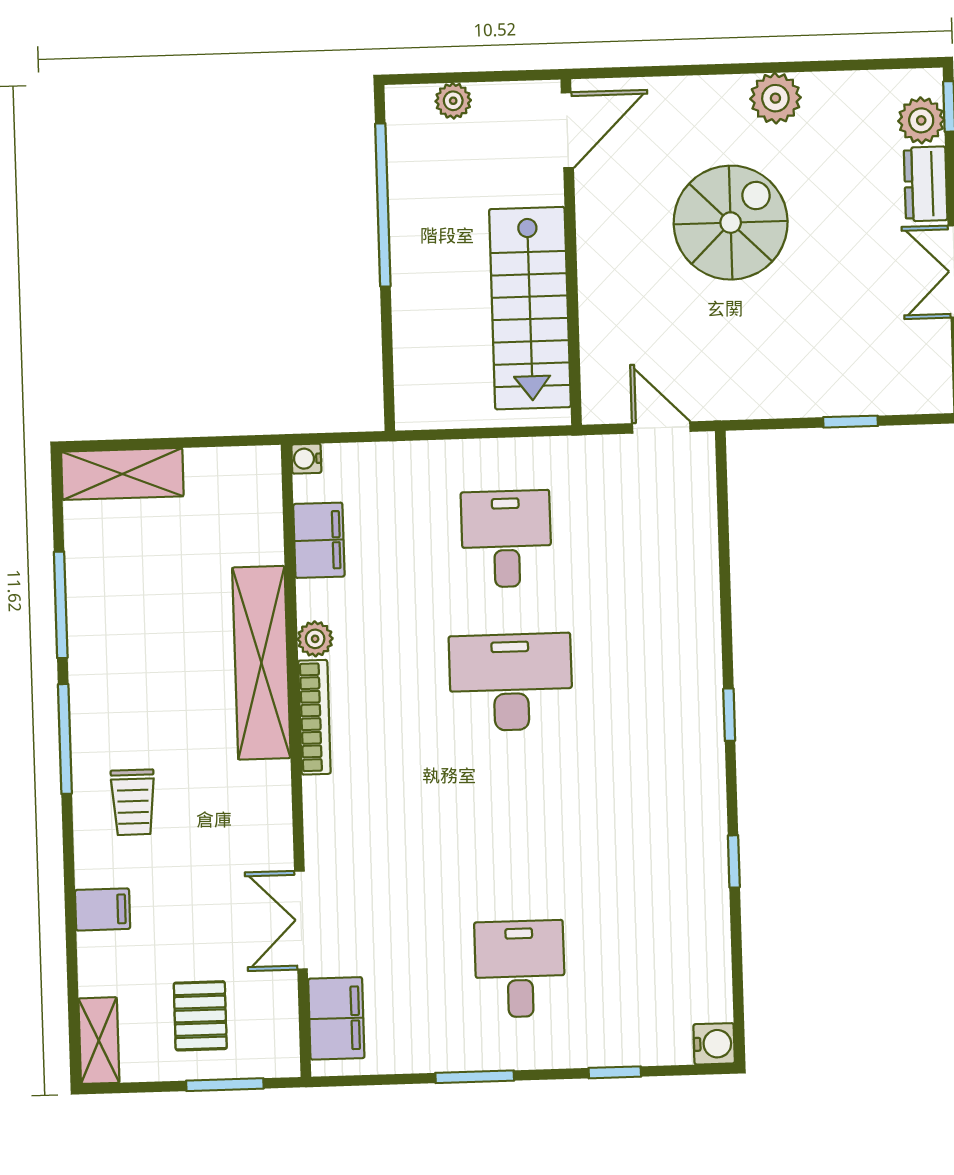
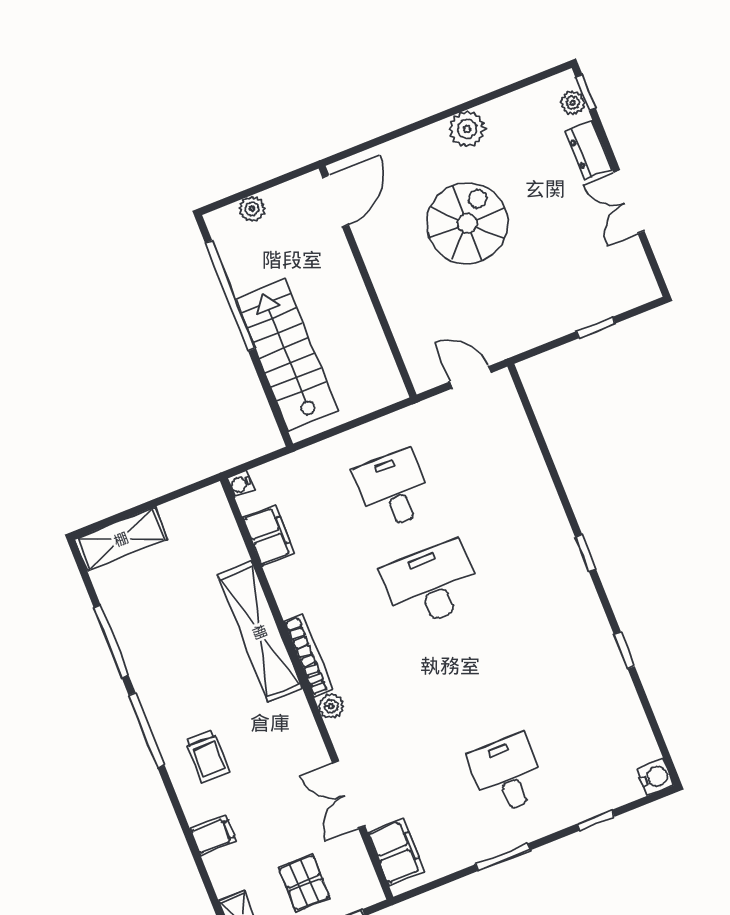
plant: (921, 120) -> (573, 103), width x0.73, depth x0.73
stairs: (530, 308) -> (287, 355), moved, turned 180
plant: (315, 639) -> (331, 706), moved

